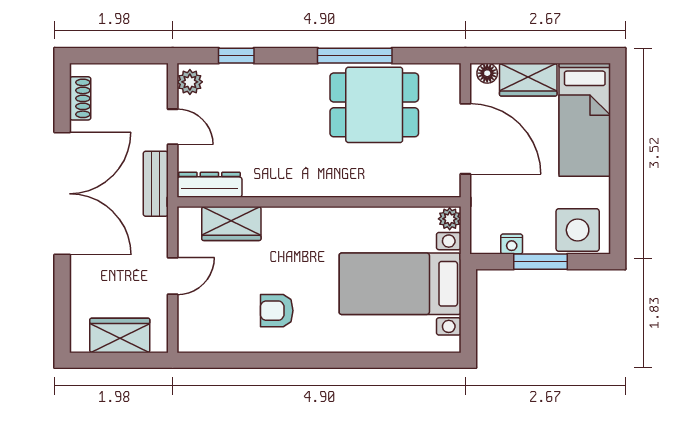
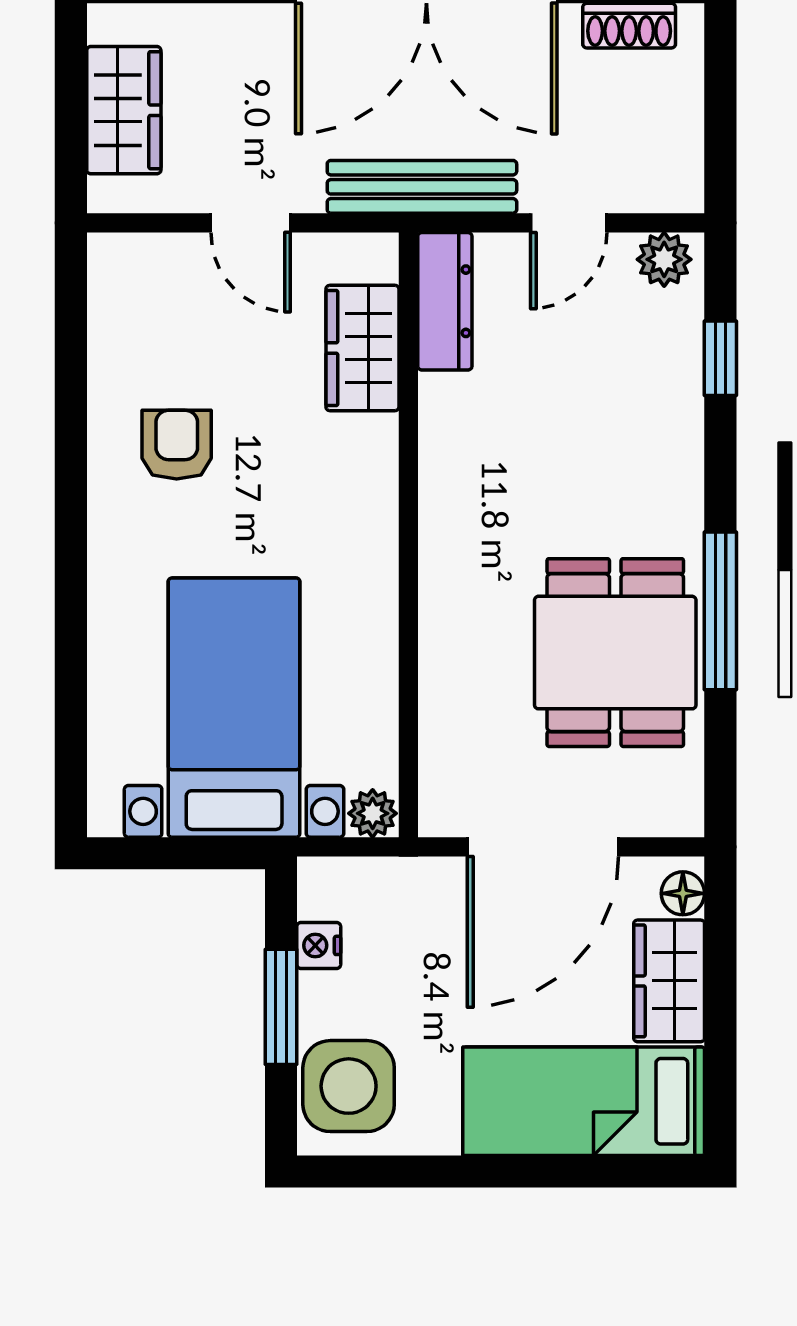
bench: (156, 184) -> (422, 187), width x1.36

